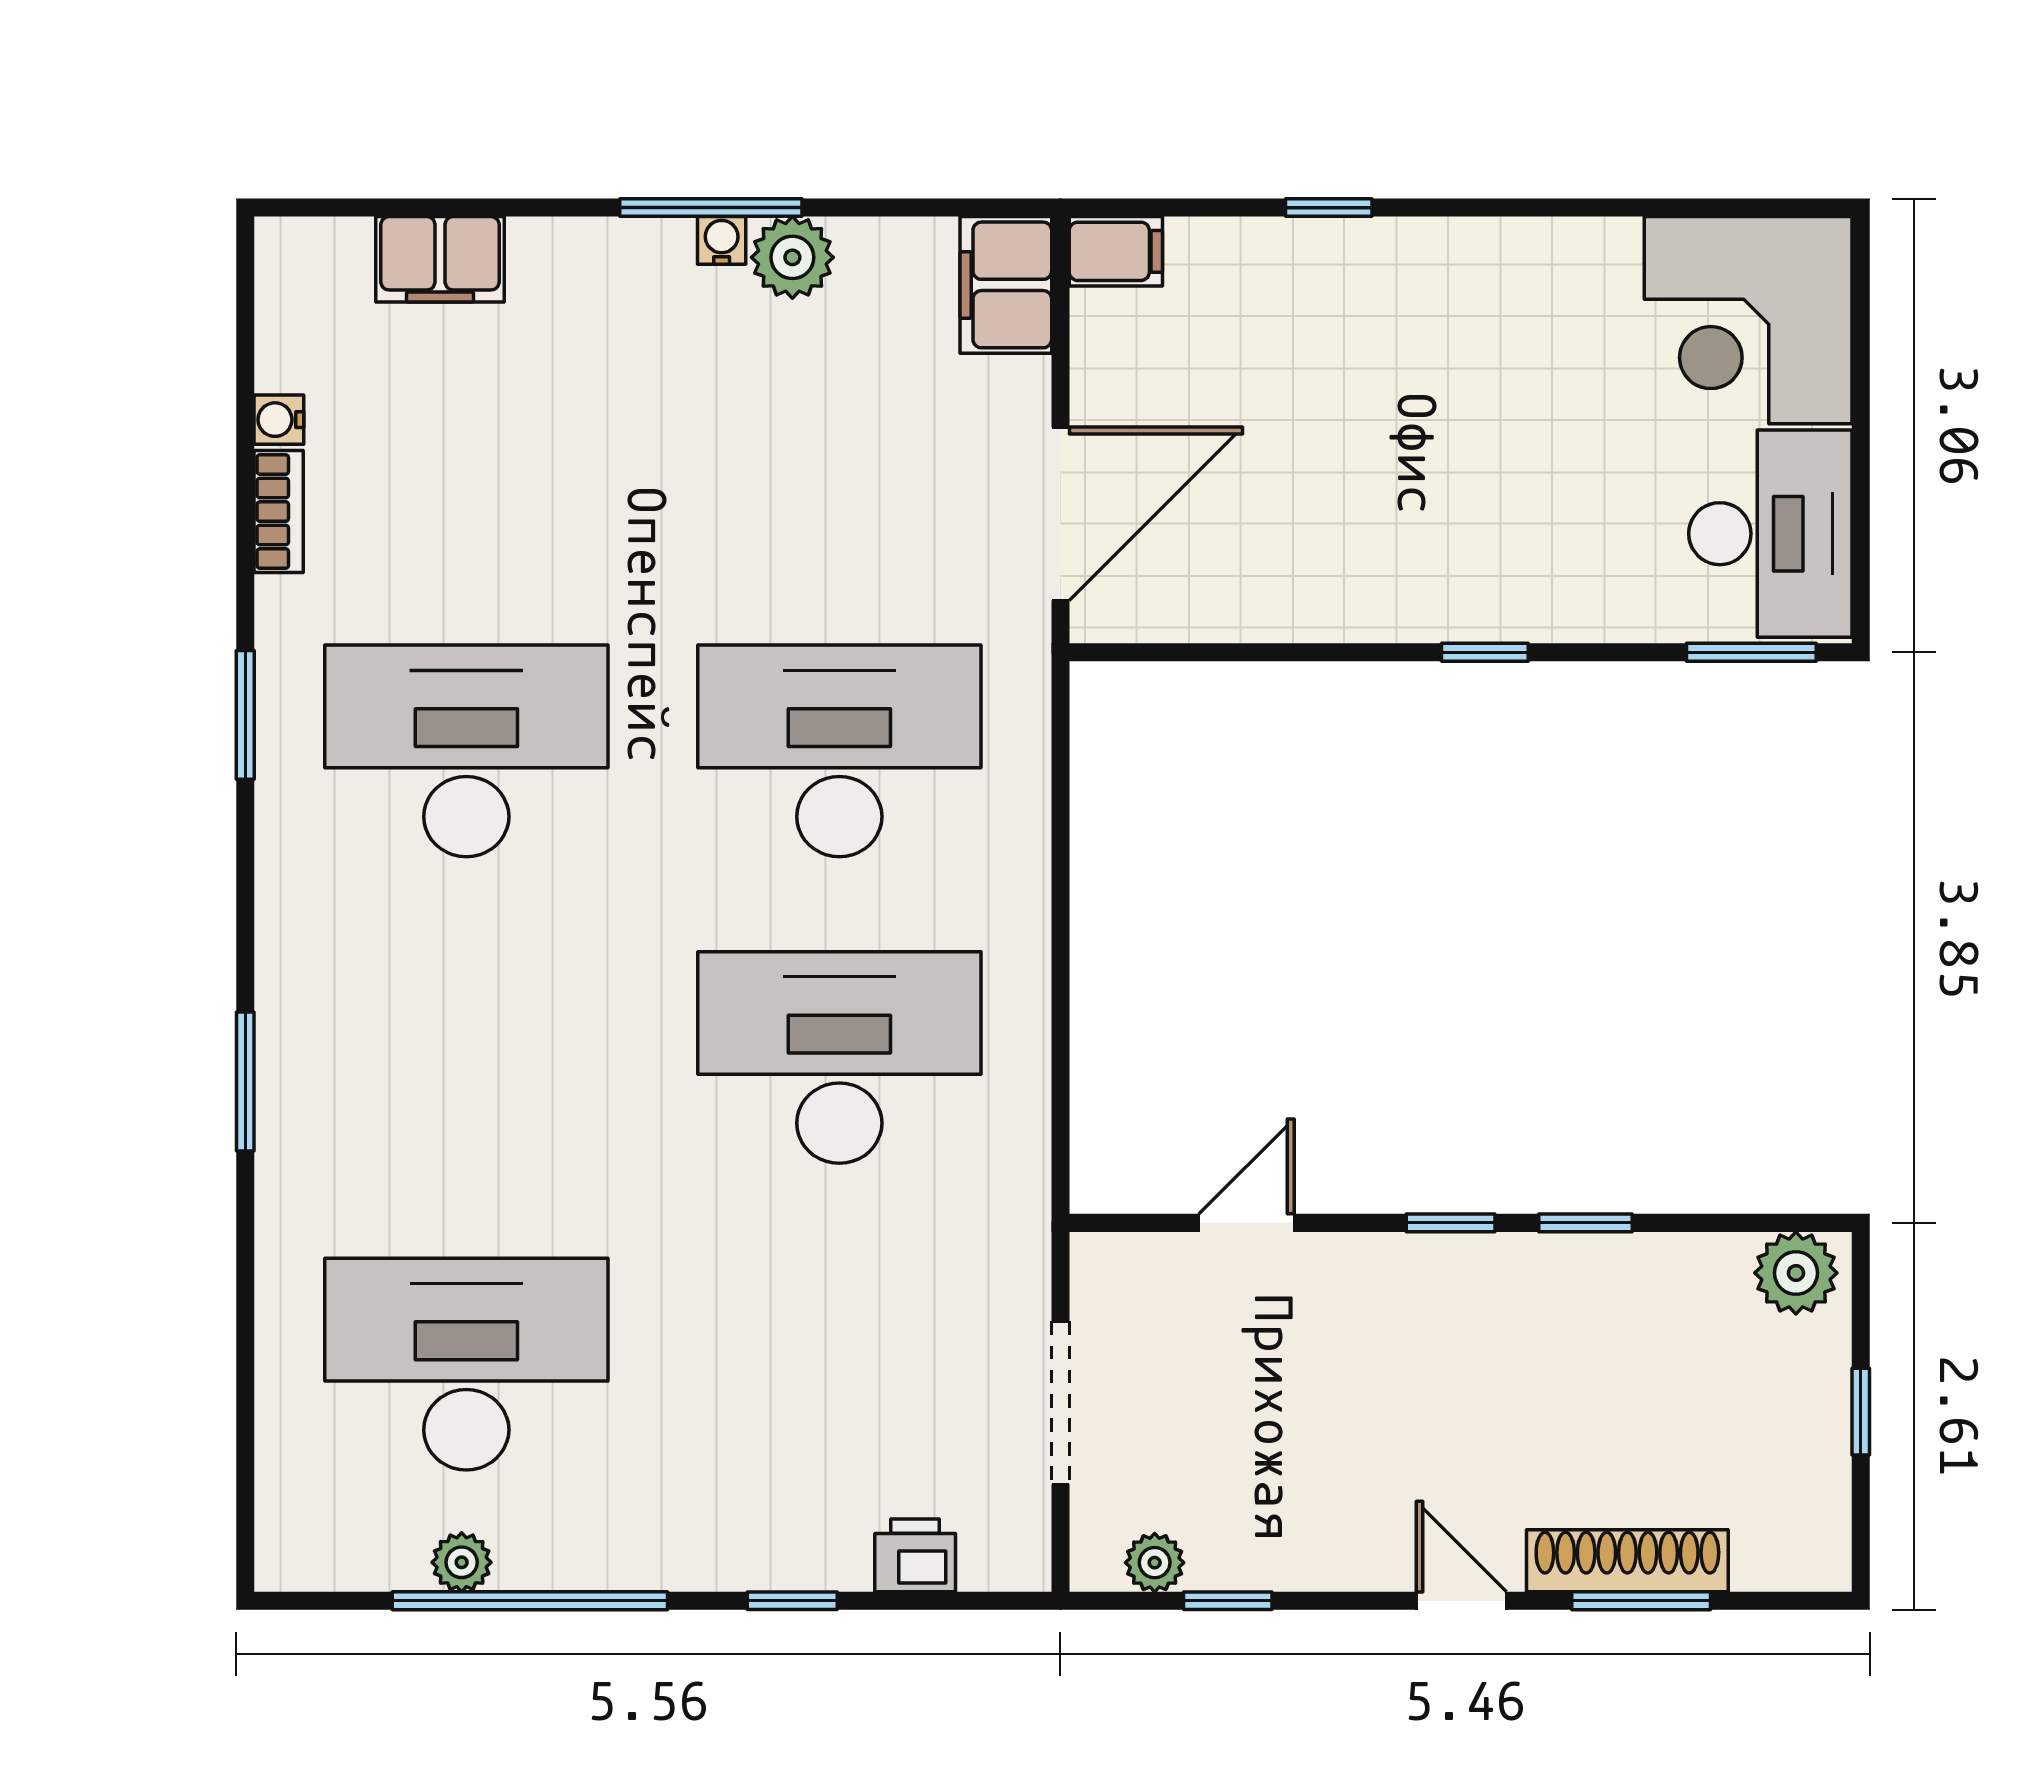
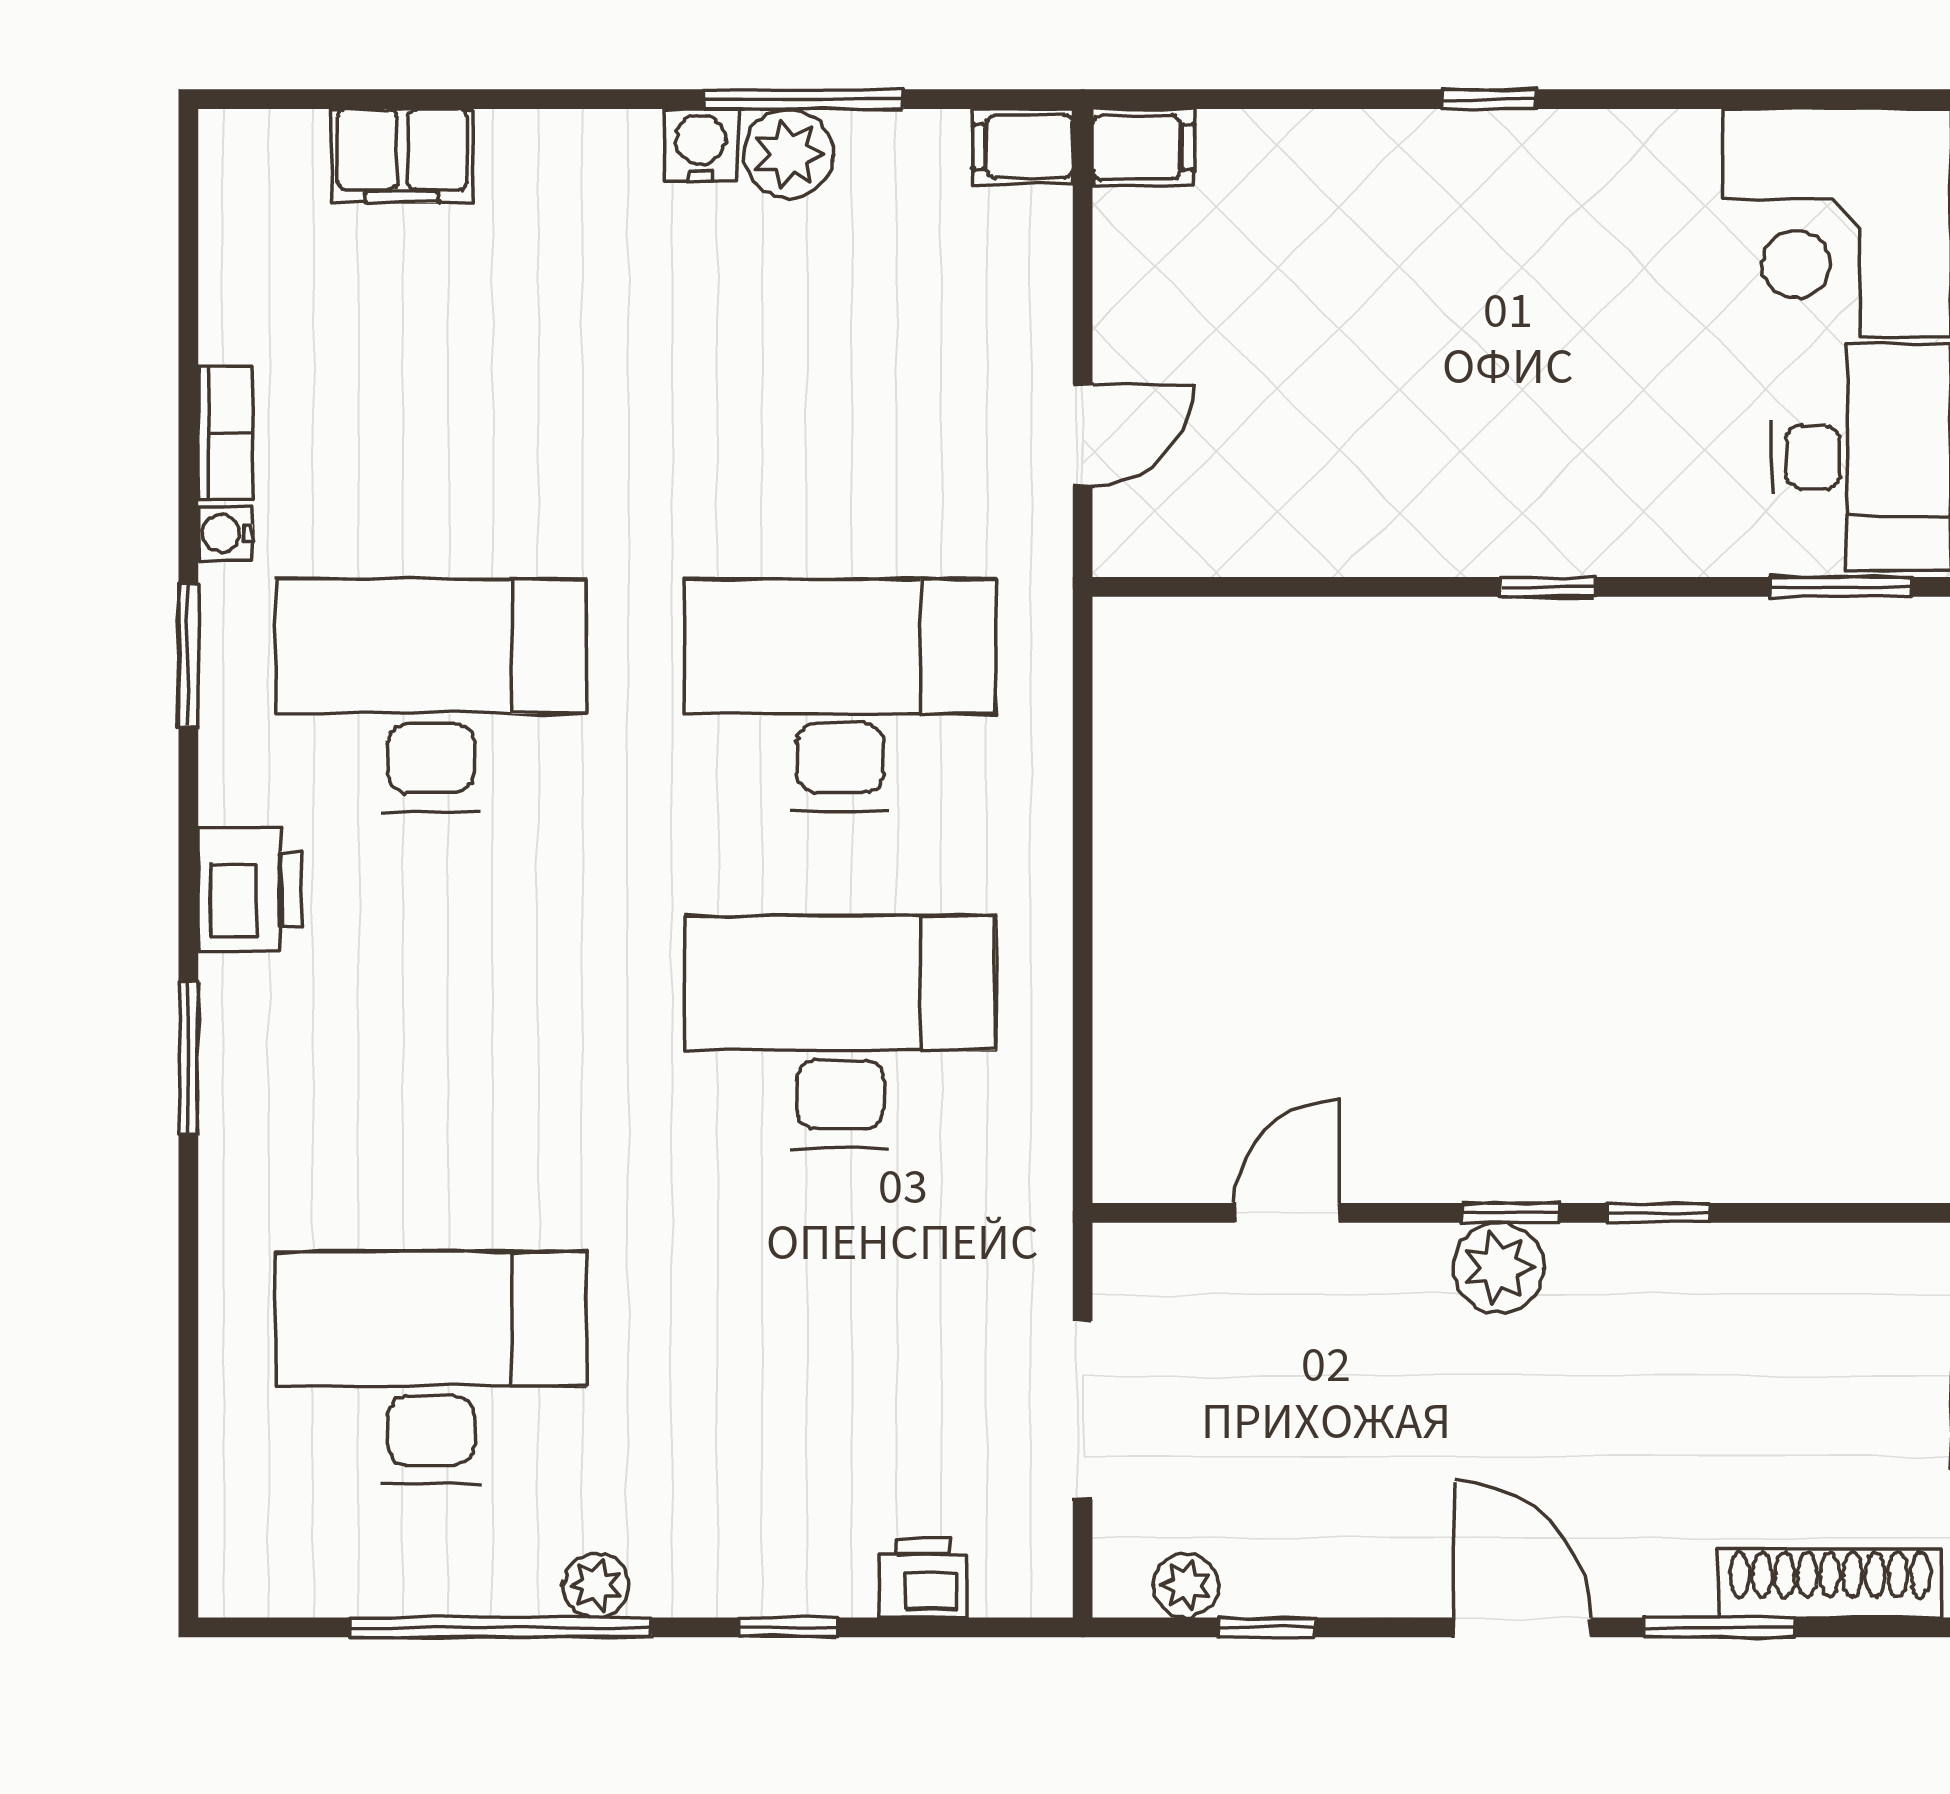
window: (711, 208) -> (804, 99), moved
window: (1329, 208) -> (1489, 99), moved
water cooler: (722, 240) -> (701, 145), width x1.38, depth x1.38
filing cabinet: (1006, 285) -> (1023, 147), width x0.50
water cooler: (279, 420) -> (225, 533), moved
door: (1060, 514) -> (1083, 435), width x0.53
printer: (301, 928) -> (250, 889), added
plant: (1796, 1273) -> (1499, 1268), moved
shoe rack: (1627, 1561) -> (1830, 1584), moved
plant: (462, 1562) -> (596, 1585), moved
door: (1461, 1601) -> (1522, 1627), width x1.38

